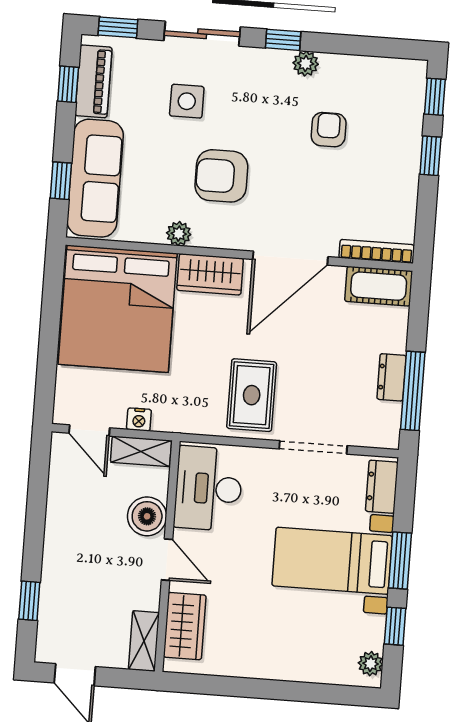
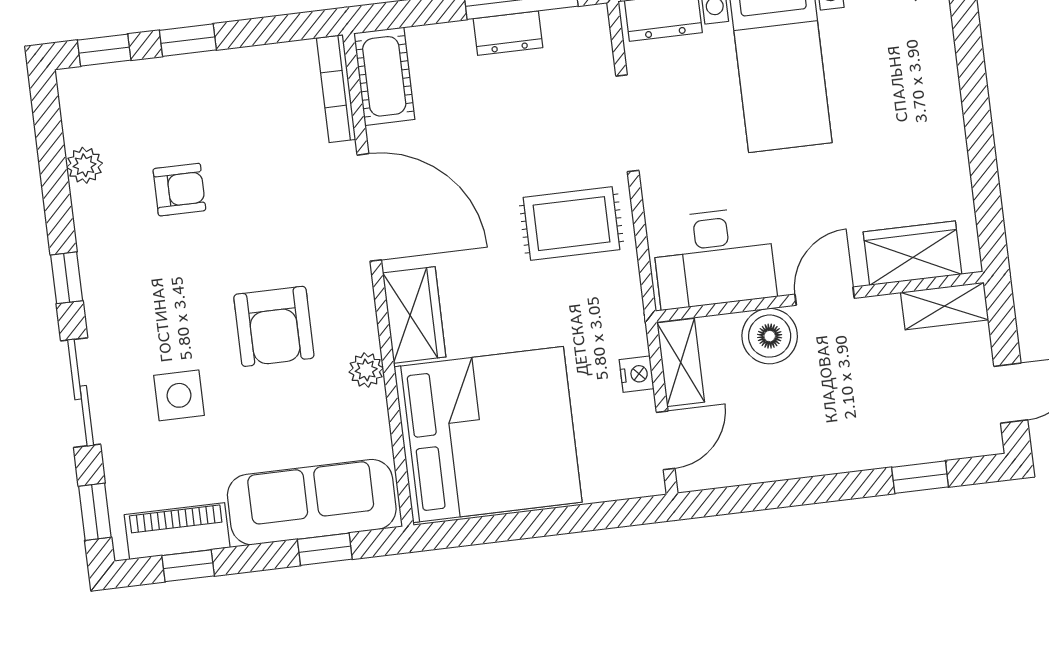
plant: (306, 64) -> (85, 165), moved
armchair: (329, 130) -> (179, 190), turned 180

